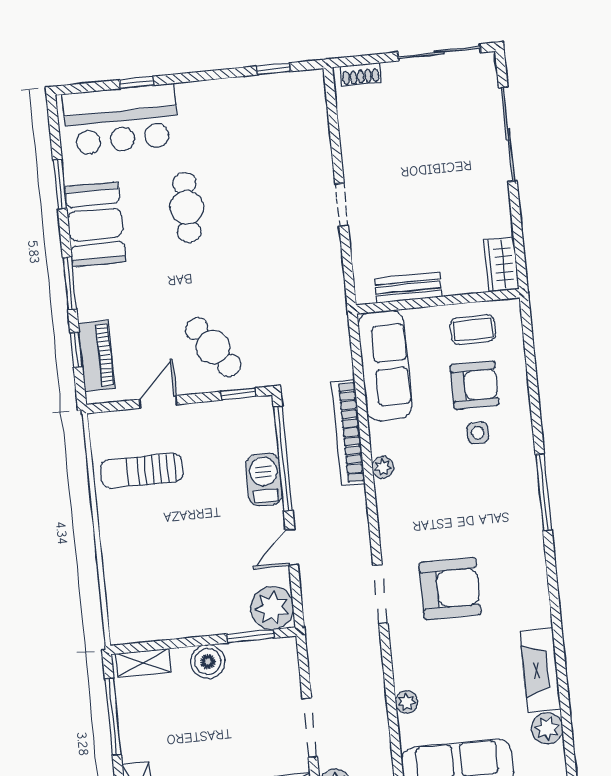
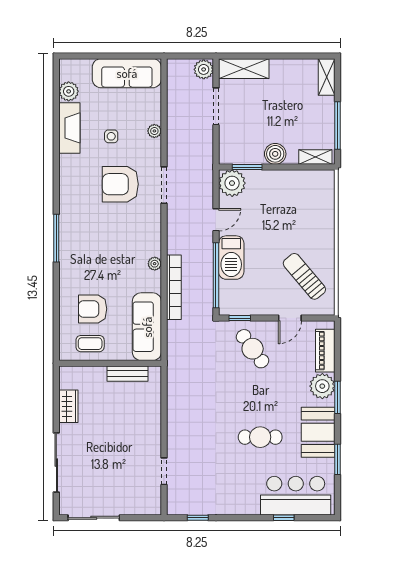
shoe rack: (360, 74) -> (144, 509), removed
doorway: (342, 205) -> (164, 471), moved
cafe table: (187, 207) -> (260, 437), turned 90
wardrobe: (501, 264) -> (68, 406), moved
plant: (96, 299) -> (322, 386), added
window: (76, 350) -> (338, 356), removed
side table: (478, 433) -> (111, 136), moved
sun lounger: (142, 471) -> (304, 276), turned -130
barbecue: (264, 480) -> (231, 258), width x1.37, depth x1.21
plant: (406, 702) -> (154, 131), moved

